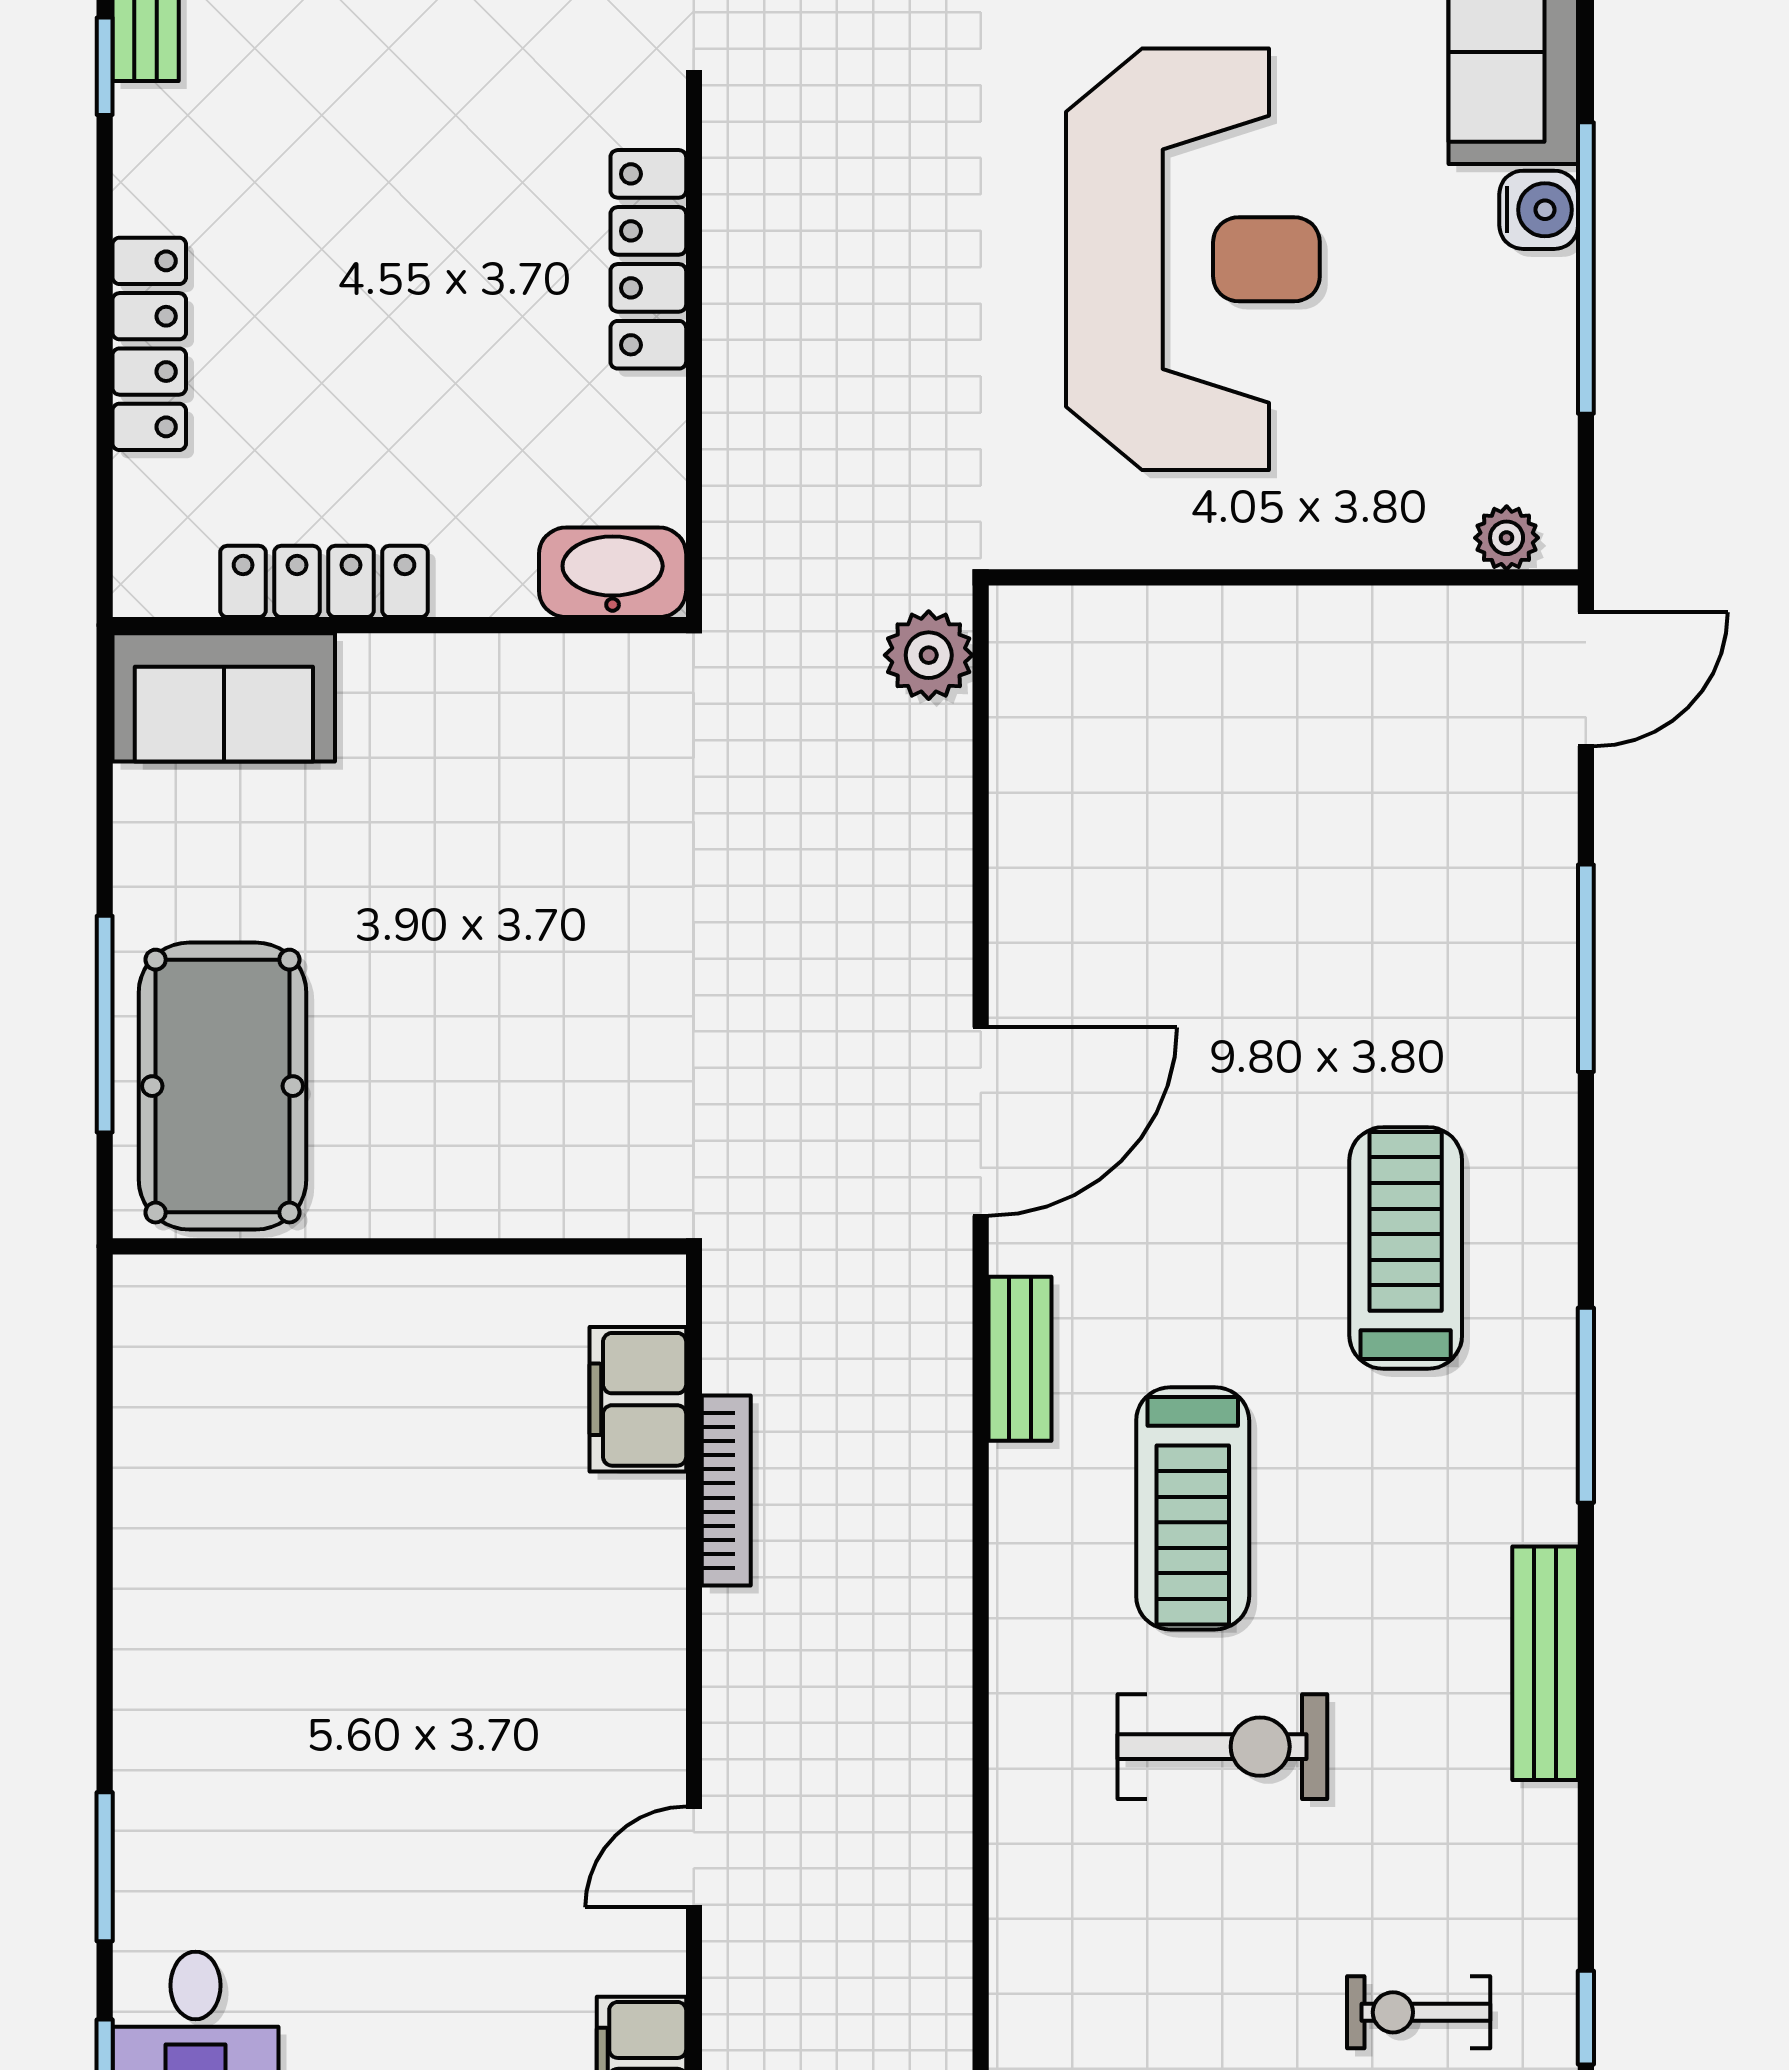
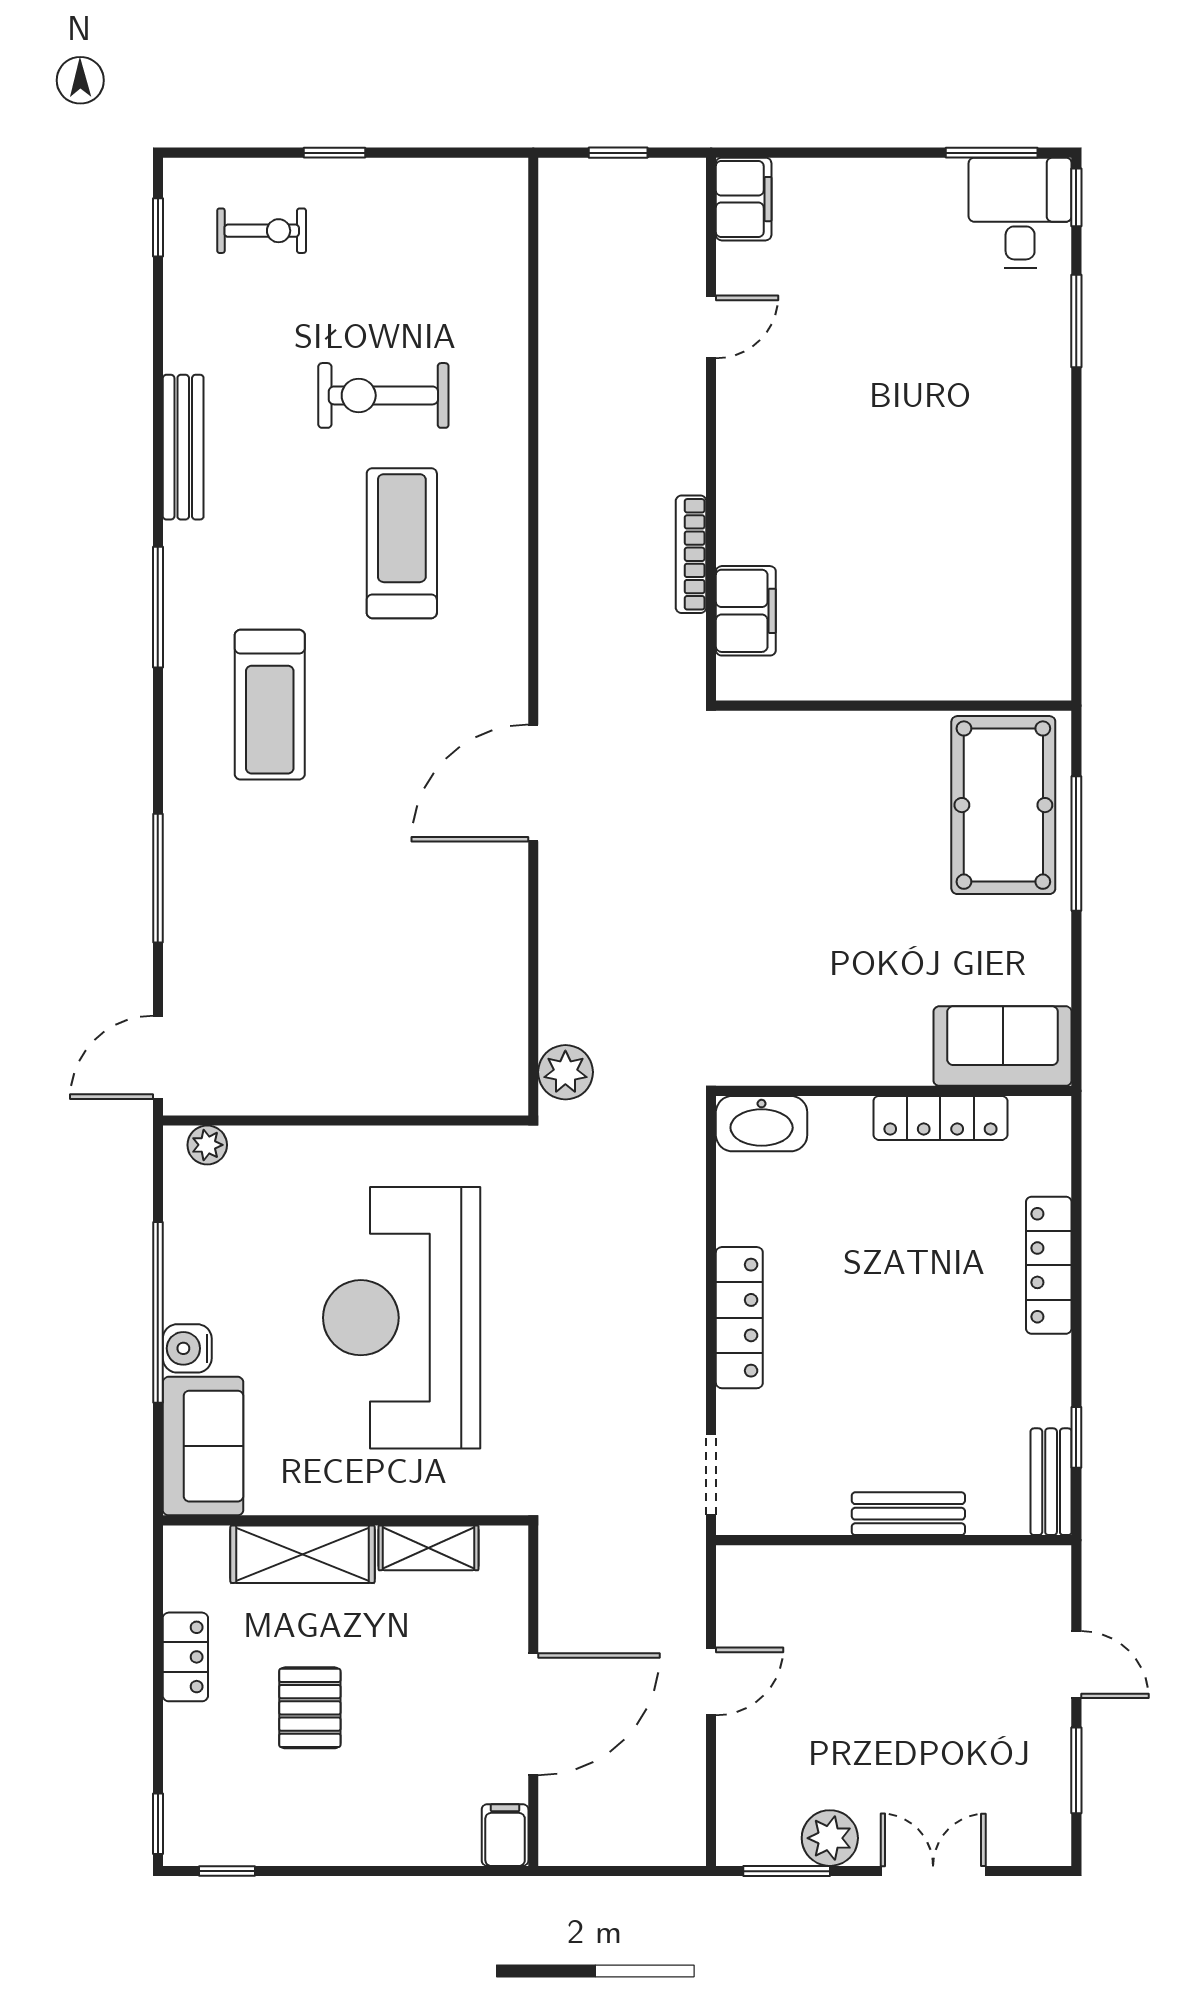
bench: (1020, 1359) -> (509, 636), removed

